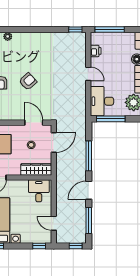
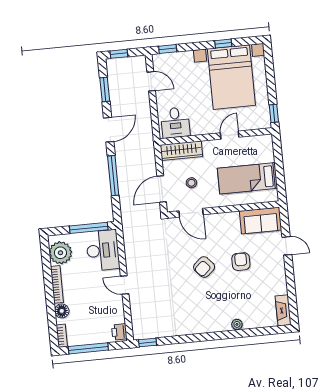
window: (110, 29) -> (88, 348), moved
printer: (96, 51) -> (119, 332), moved
window: (89, 220) -> (105, 89), width x0.69

